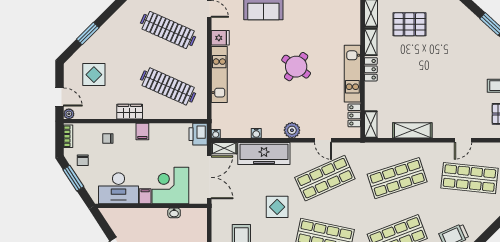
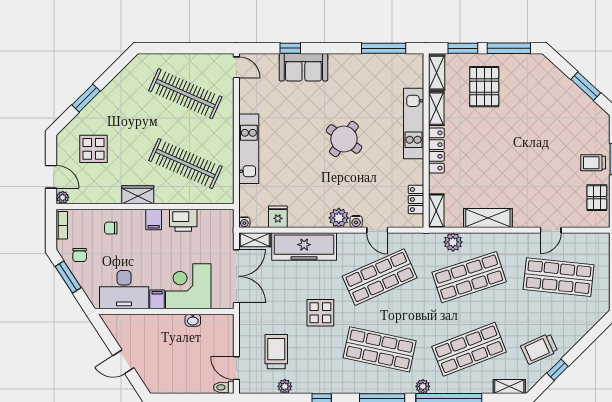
pallet: (409, 24) -> (484, 87), turned 90
fridge: (220, 38) -> (278, 217), moved, turned -90
locker: (371, 69) -> (436, 150), width x1.53
kitchen unit: (352, 74) -> (414, 124), moved
water cooler: (256, 133) -> (356, 222), moved
printer: (198, 134) -> (183, 220), moved, turned -90
plant: (384, 150) -> (453, 242), added

